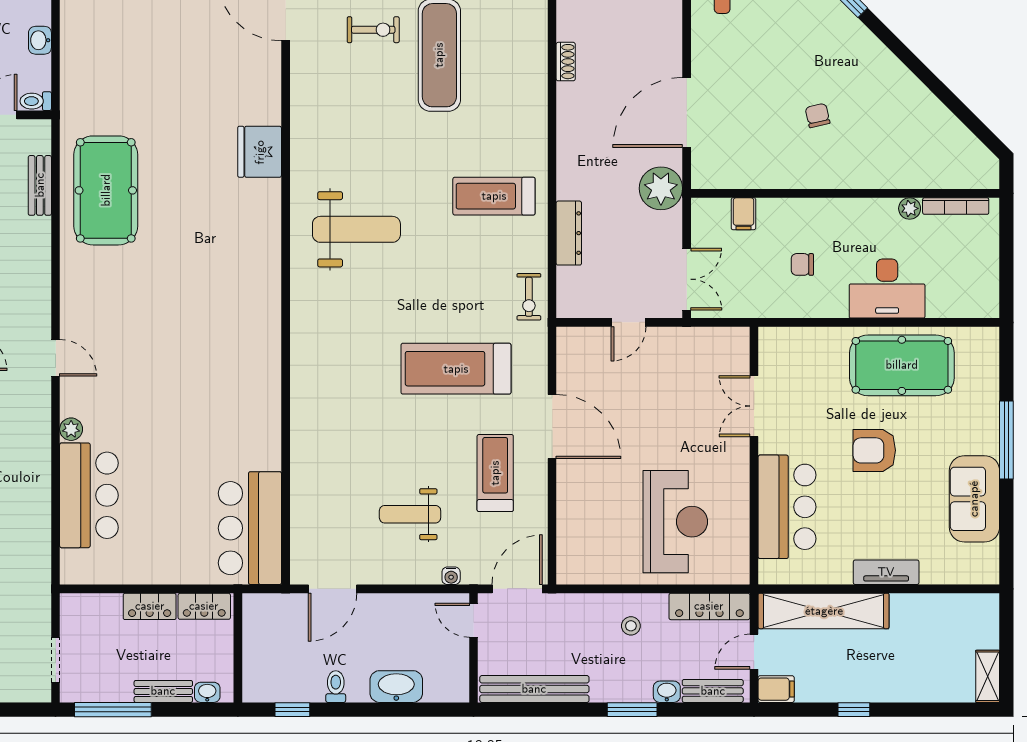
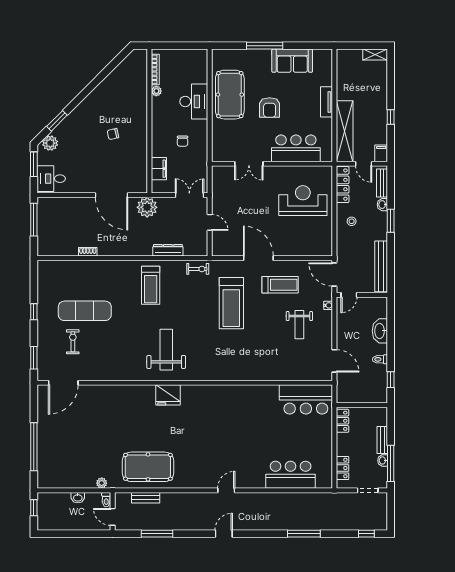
fridge: (260, 152) -> (168, 395), moved
filing cabinet: (743, 214) -> (159, 169), width x2.00
door: (552, 426) -> (258, 258), hinge flipped
plant: (71, 429) -> (102, 483), moved
treadmill: (495, 473) -> (280, 285), turned 180
locker: (150, 606) -> (343, 468), moved
washbasin: (207, 692) -> (383, 460), moved

